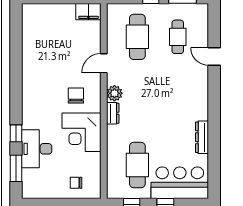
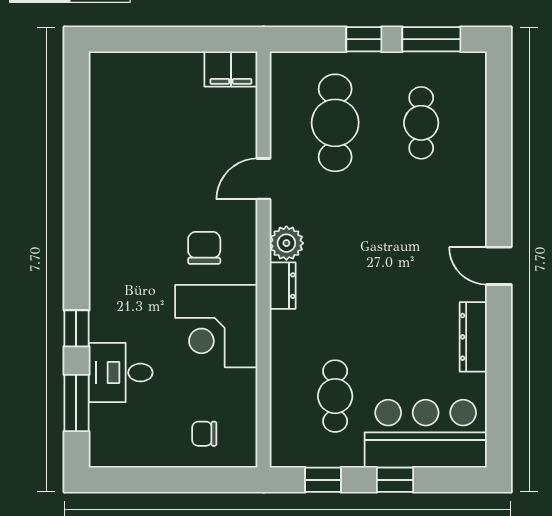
door: (214, 56) -> (499, 266), moved
desk: (37, 149) -> (121, 373), width x0.73
cafe table: (137, 165) -> (335, 396), width x0.73, depth x0.74

